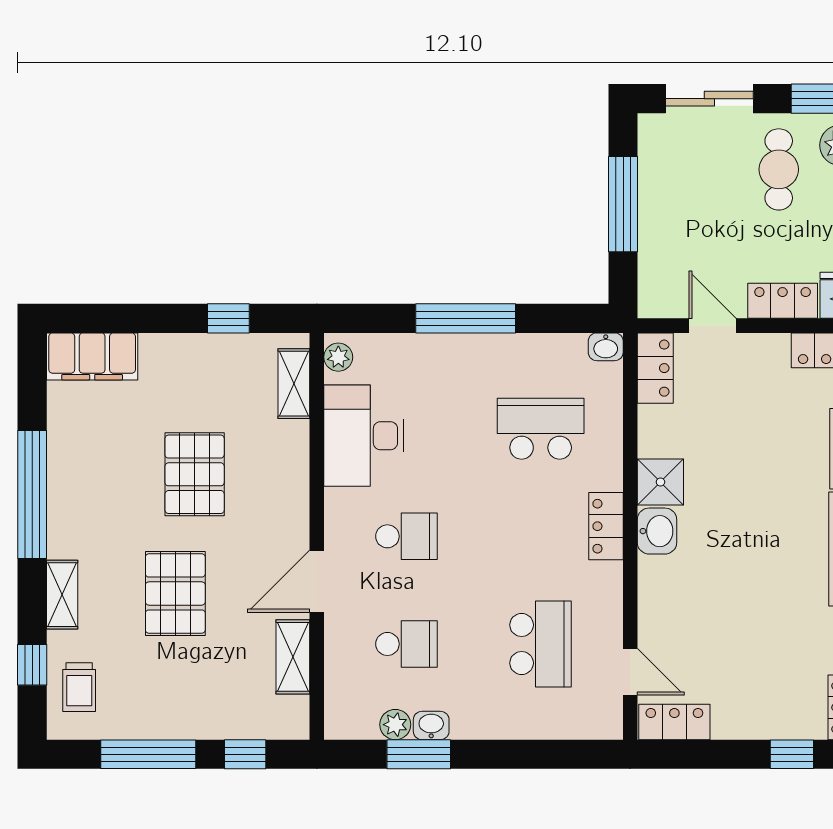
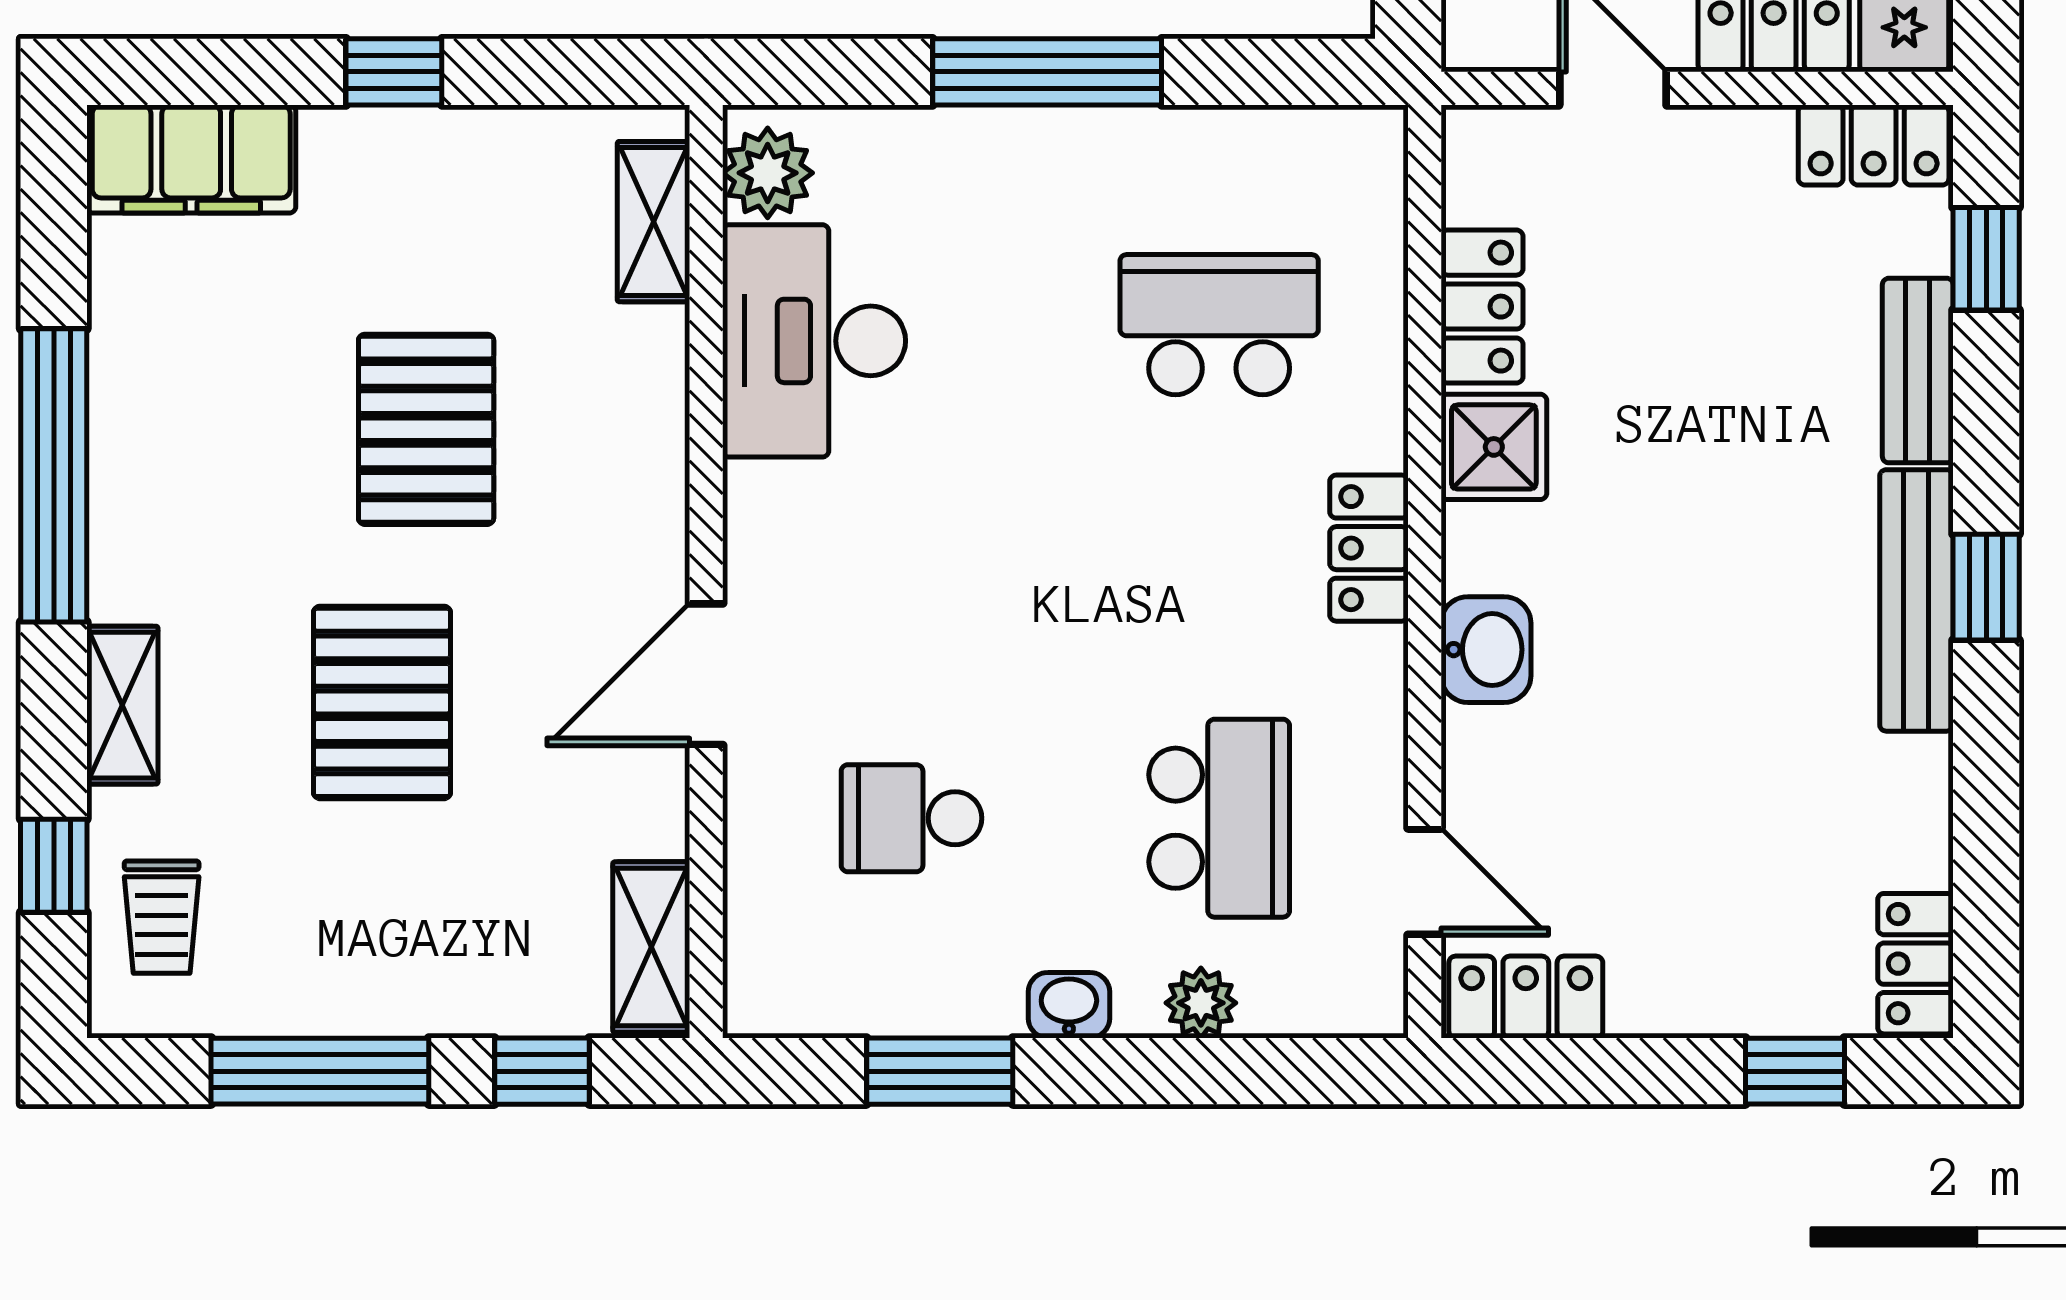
window: (228, 318) -> (394, 72), moved
washbasin: (606, 347) -> (1368, 137), removed
plant: (338, 357) -> (768, 173), width x1.38, depth x1.38
locker: (655, 368) -> (1482, 307), moved
washbasin: (657, 531) -> (1486, 650), moved
school desk: (406, 536) -> (912, 571), removed
school desk: (406, 644) -> (912, 818), turned 180
shelving: (293, 657) -> (651, 947), moved
plant: (395, 725) -> (1201, 1003), moved
washbasin: (431, 726) -> (1069, 1005), moved

